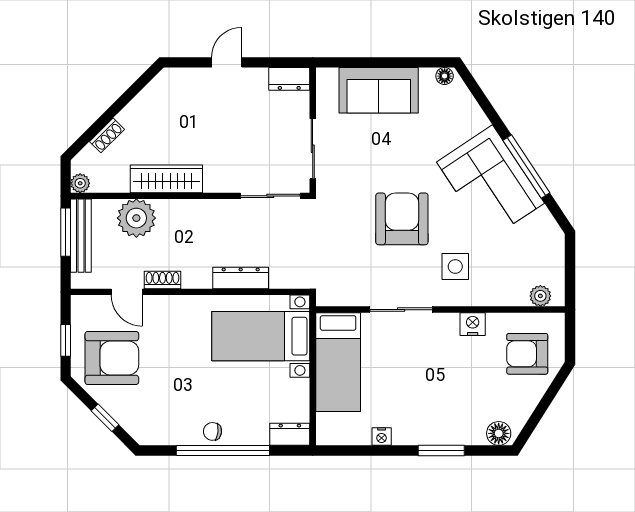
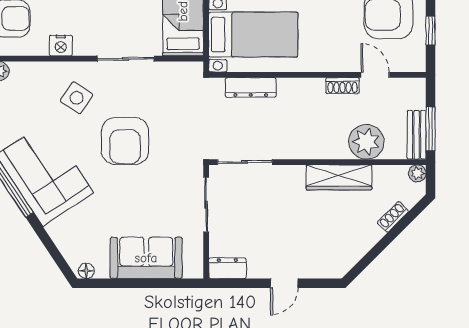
bench: (81, 236) -> (417, 135), width x0.73
side table: (455, 267) -> (77, 98), turned 34
dresser: (241, 278) -> (251, 87), moved

